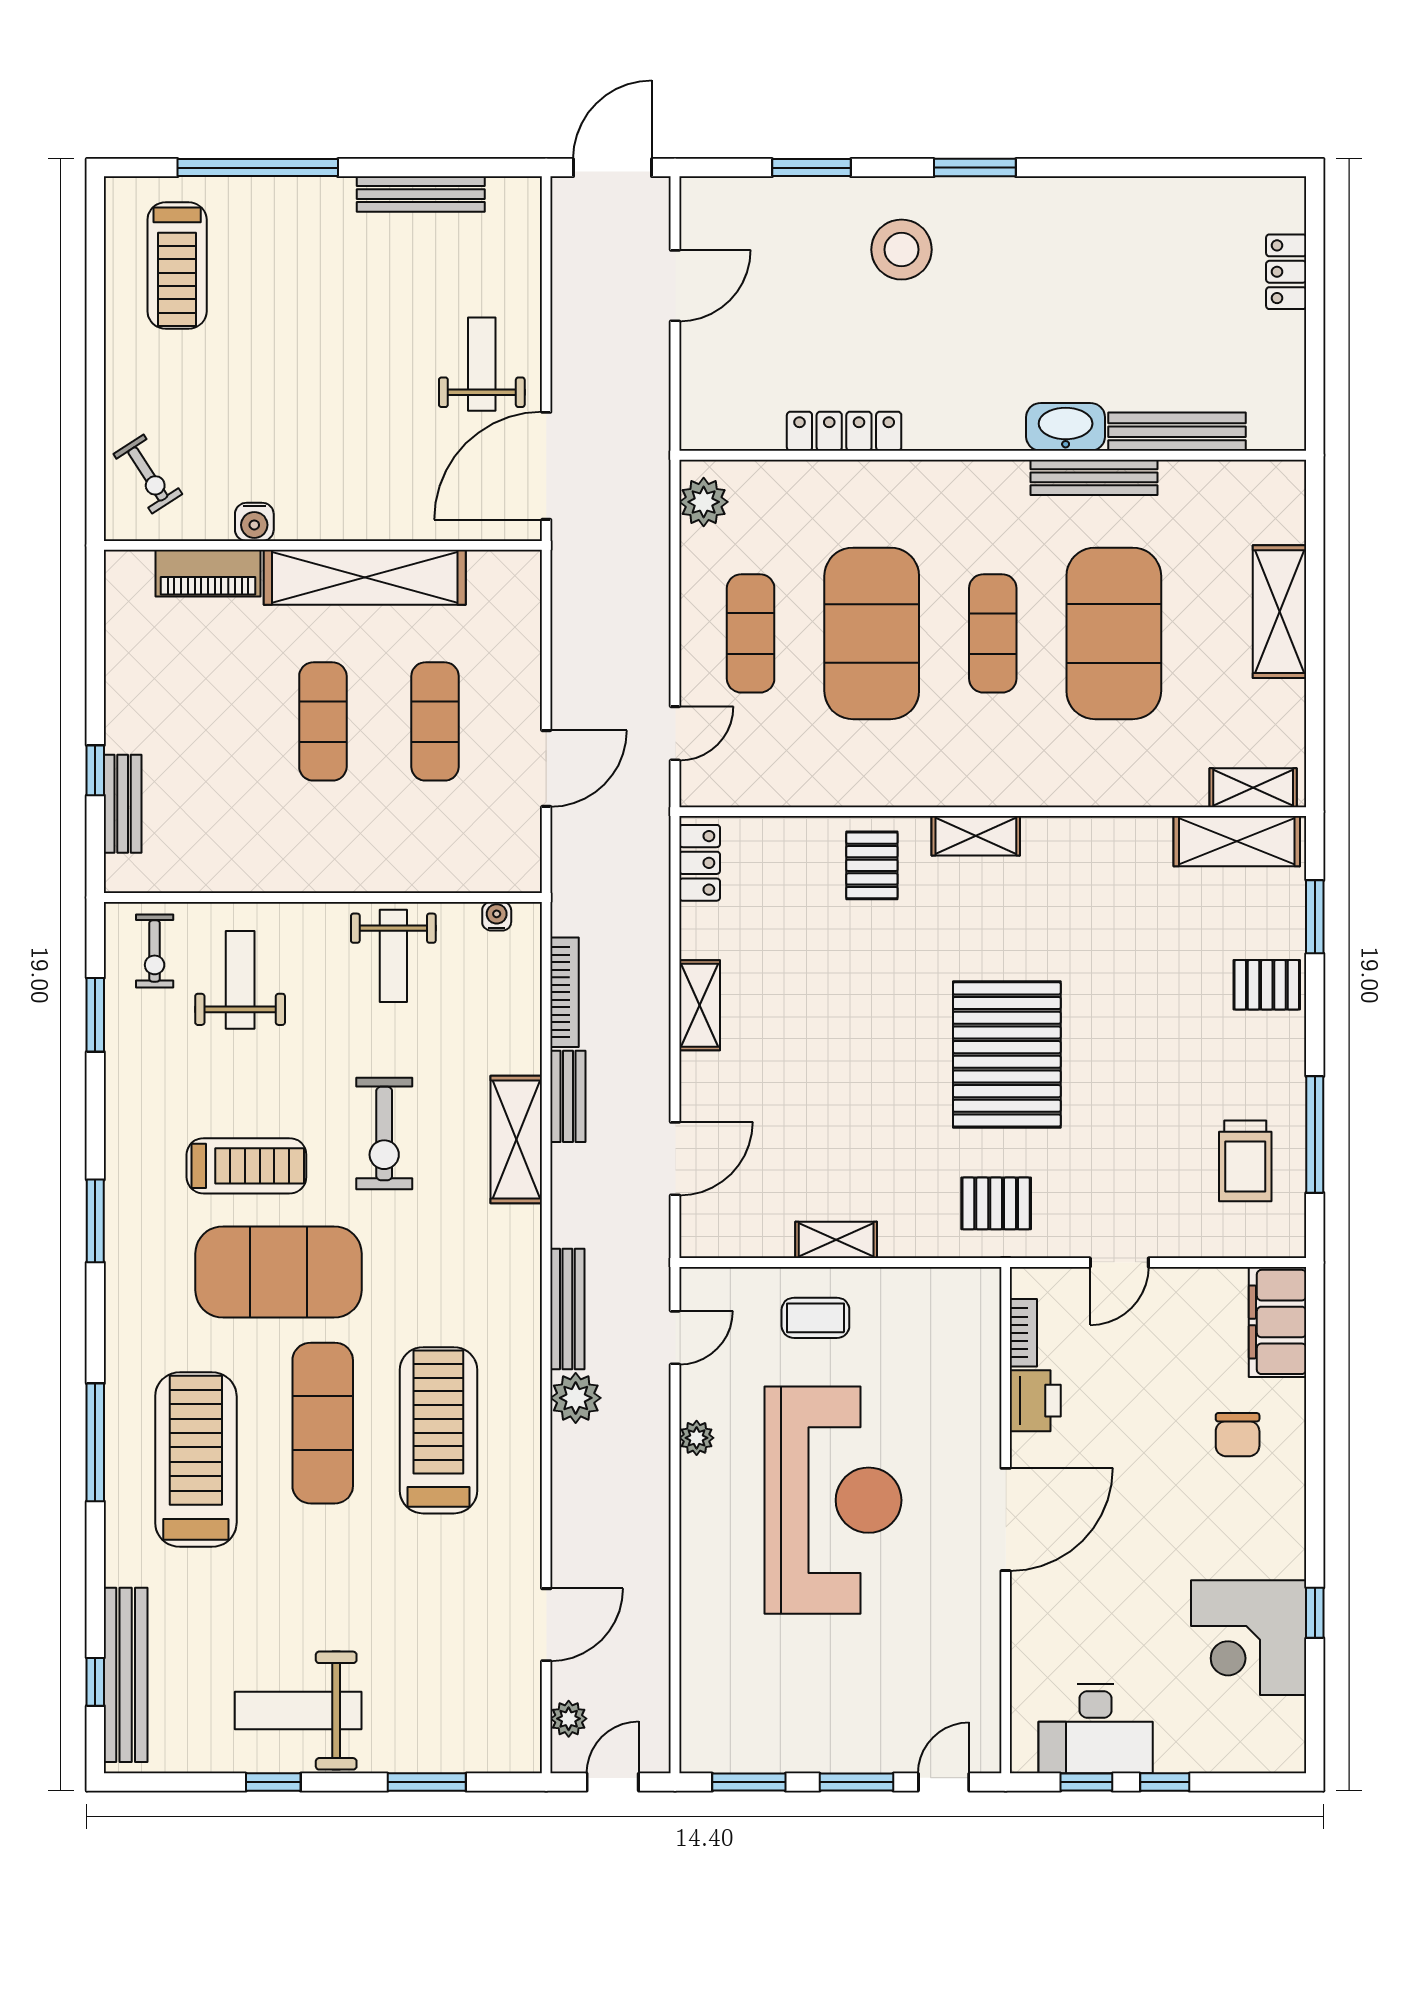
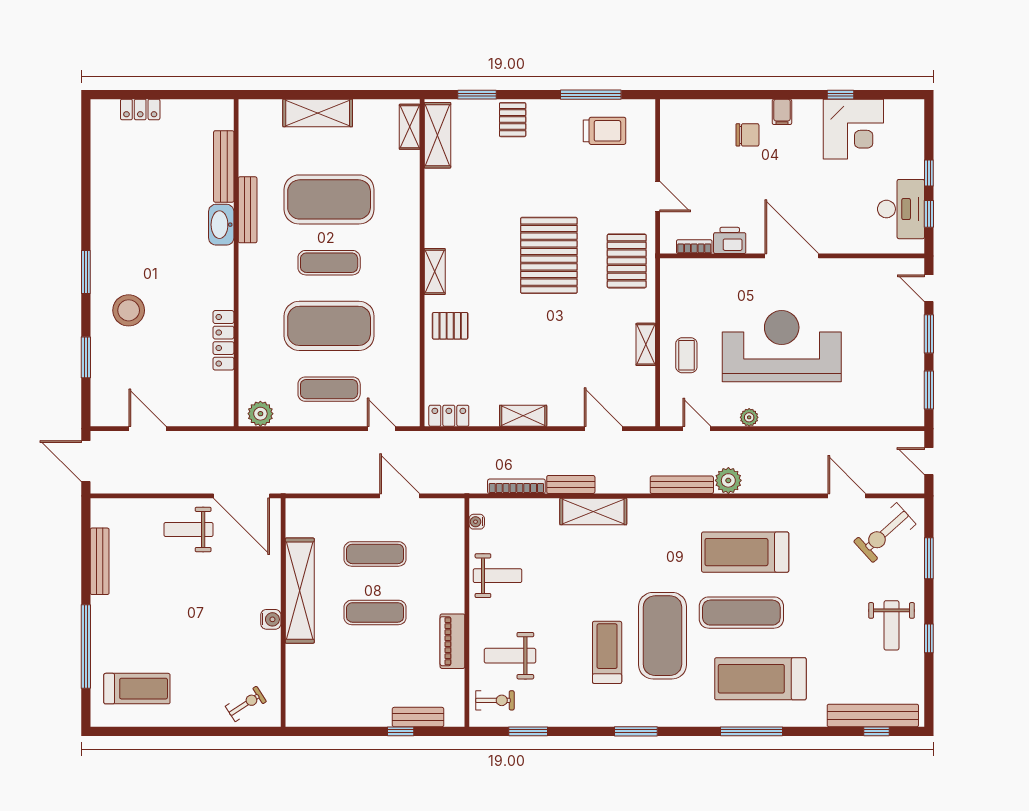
water cooler: (254, 522) -> (271, 619), moved
piano: (208, 573) -> (452, 641), moved, turned 180
pallet: (1007, 1054) -> (549, 255), turned 90
exercise bike: (384, 1133) -> (885, 533), moved, turned 138
pallet: (996, 1203) -> (627, 261), width x1.50, depth x1.42
filing cabinet: (1278, 1322) -> (782, 112), moved, width x0.33, depth x0.86
weight bench: (298, 1711) -> (891, 625), width x0.73, depth x0.75
plant: (569, 1719) -> (896, 484), removed

